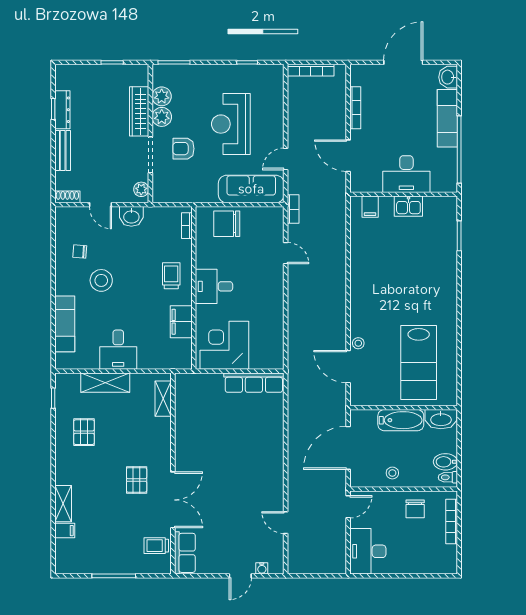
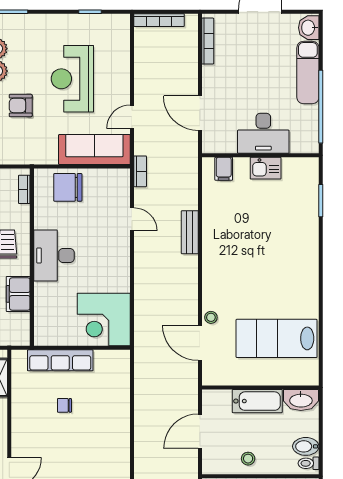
bookcase: (355, 108) -> (208, 41), moved
bench: (339, 265) -> (190, 232), added
desk: (214, 286) -> (54, 256), width x1.37
corner desk: (224, 345) -> (104, 320), moved, turned -90
lab bench: (419, 363) -> (277, 338), turned 90
row of seats: (254, 383) -> (60, 360), moved
chair: (224, 424) -> (64, 405), added
door: (348, 448) -> (200, 431), width x0.73

